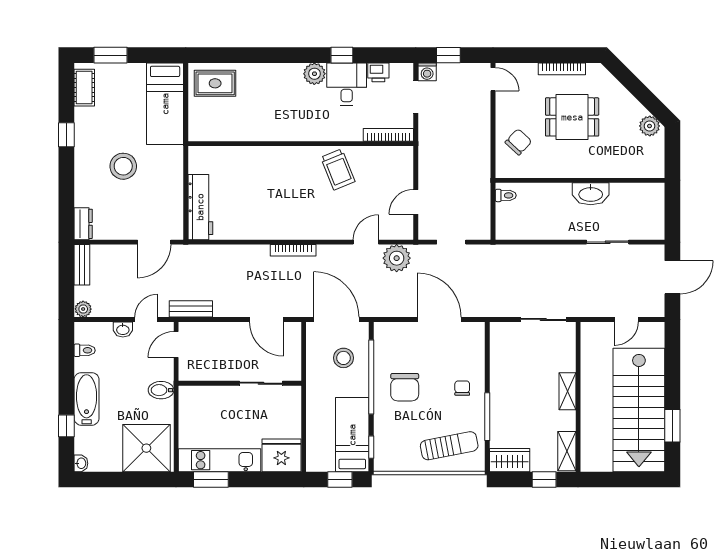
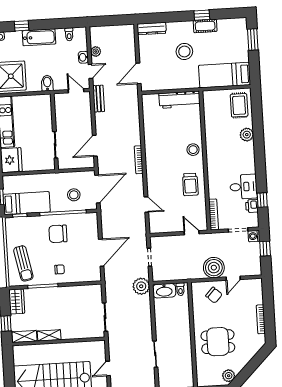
window: (342, 55) -> (262, 200), moved
plant: (314, 74) -> (247, 135), moved
door: (493, 79) -> (233, 278), moved
cot: (84, 88) -> (205, 26), moved
dining table: (572, 117) -> (218, 342), moved, turned 90
boiler: (474, 139) -> (214, 268), added
stool: (282, 162) -> (193, 150), added
trolley: (338, 169) -> (190, 184), turned -68
washbasin: (591, 194) -> (164, 291), moved, turned -90
door: (416, 202) -> (192, 233), moved
workbench: (200, 207) -> (180, 100), moved
dresser: (83, 224) -> (152, 29), width x1.44
door: (154, 242) -> (139, 73), hinge flipped
plant: (397, 258) -> (141, 286), moved
bench: (82, 265) -> (122, 30), removed
plant: (83, 309) -> (96, 51), moved
door: (146, 319) -> (90, 71), hinge flipped
door: (626, 319) -> (108, 368), hinge flipped
shelving: (567, 391) -> (49, 335), moved

